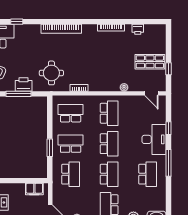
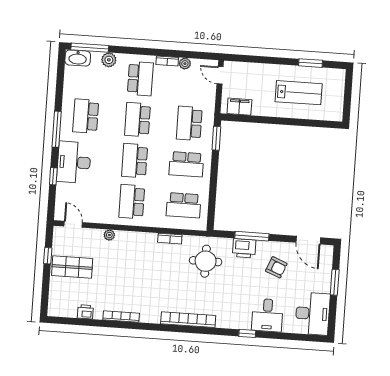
window: (50, 148) -> (216, 138), moved

